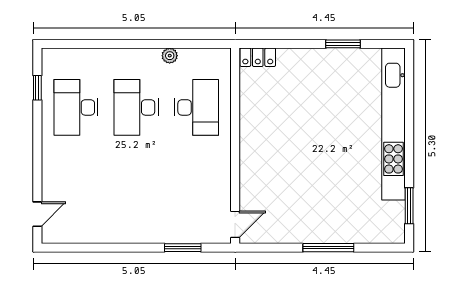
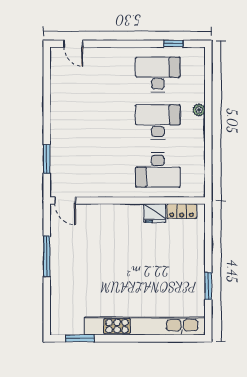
plant: (170, 56) -> (199, 110), moved
locker: (258, 57) -> (182, 211), moved, turned -90
fridge: (251, 111) -> (155, 213), added
window: (328, 248) -> (47, 256), moved

